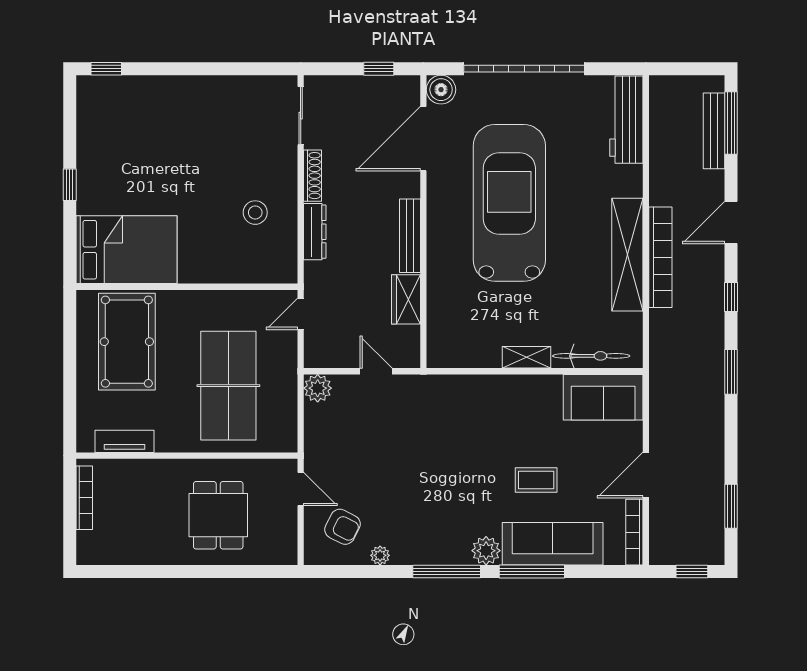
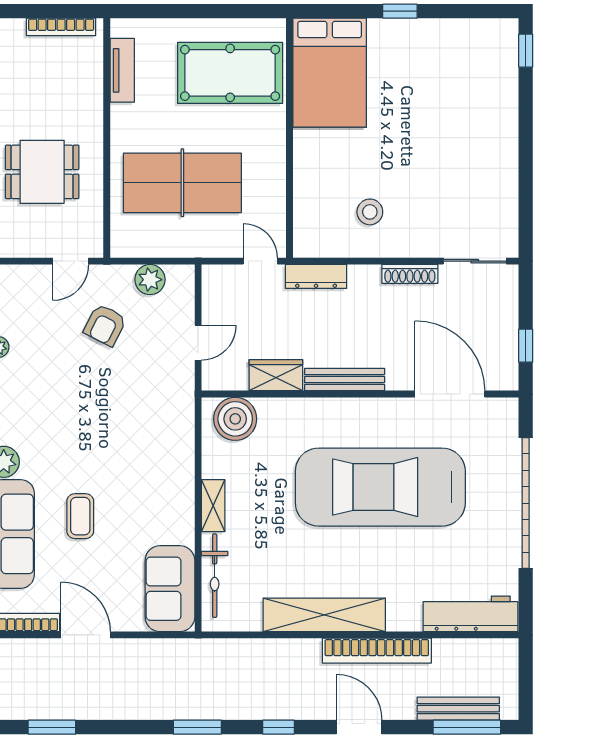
boiler: (441, 90) -> (235, 419), moved, width x1.37, depth x1.37
car: (509, 203) -> (380, 487), turned 180
dresser: (315, 232) -> (316, 276), moved
bookcase: (660, 257) -> (377, 651), moved
plant: (318, 388) -> (150, 280), moved
armchair: (343, 527) -> (105, 325), moved

